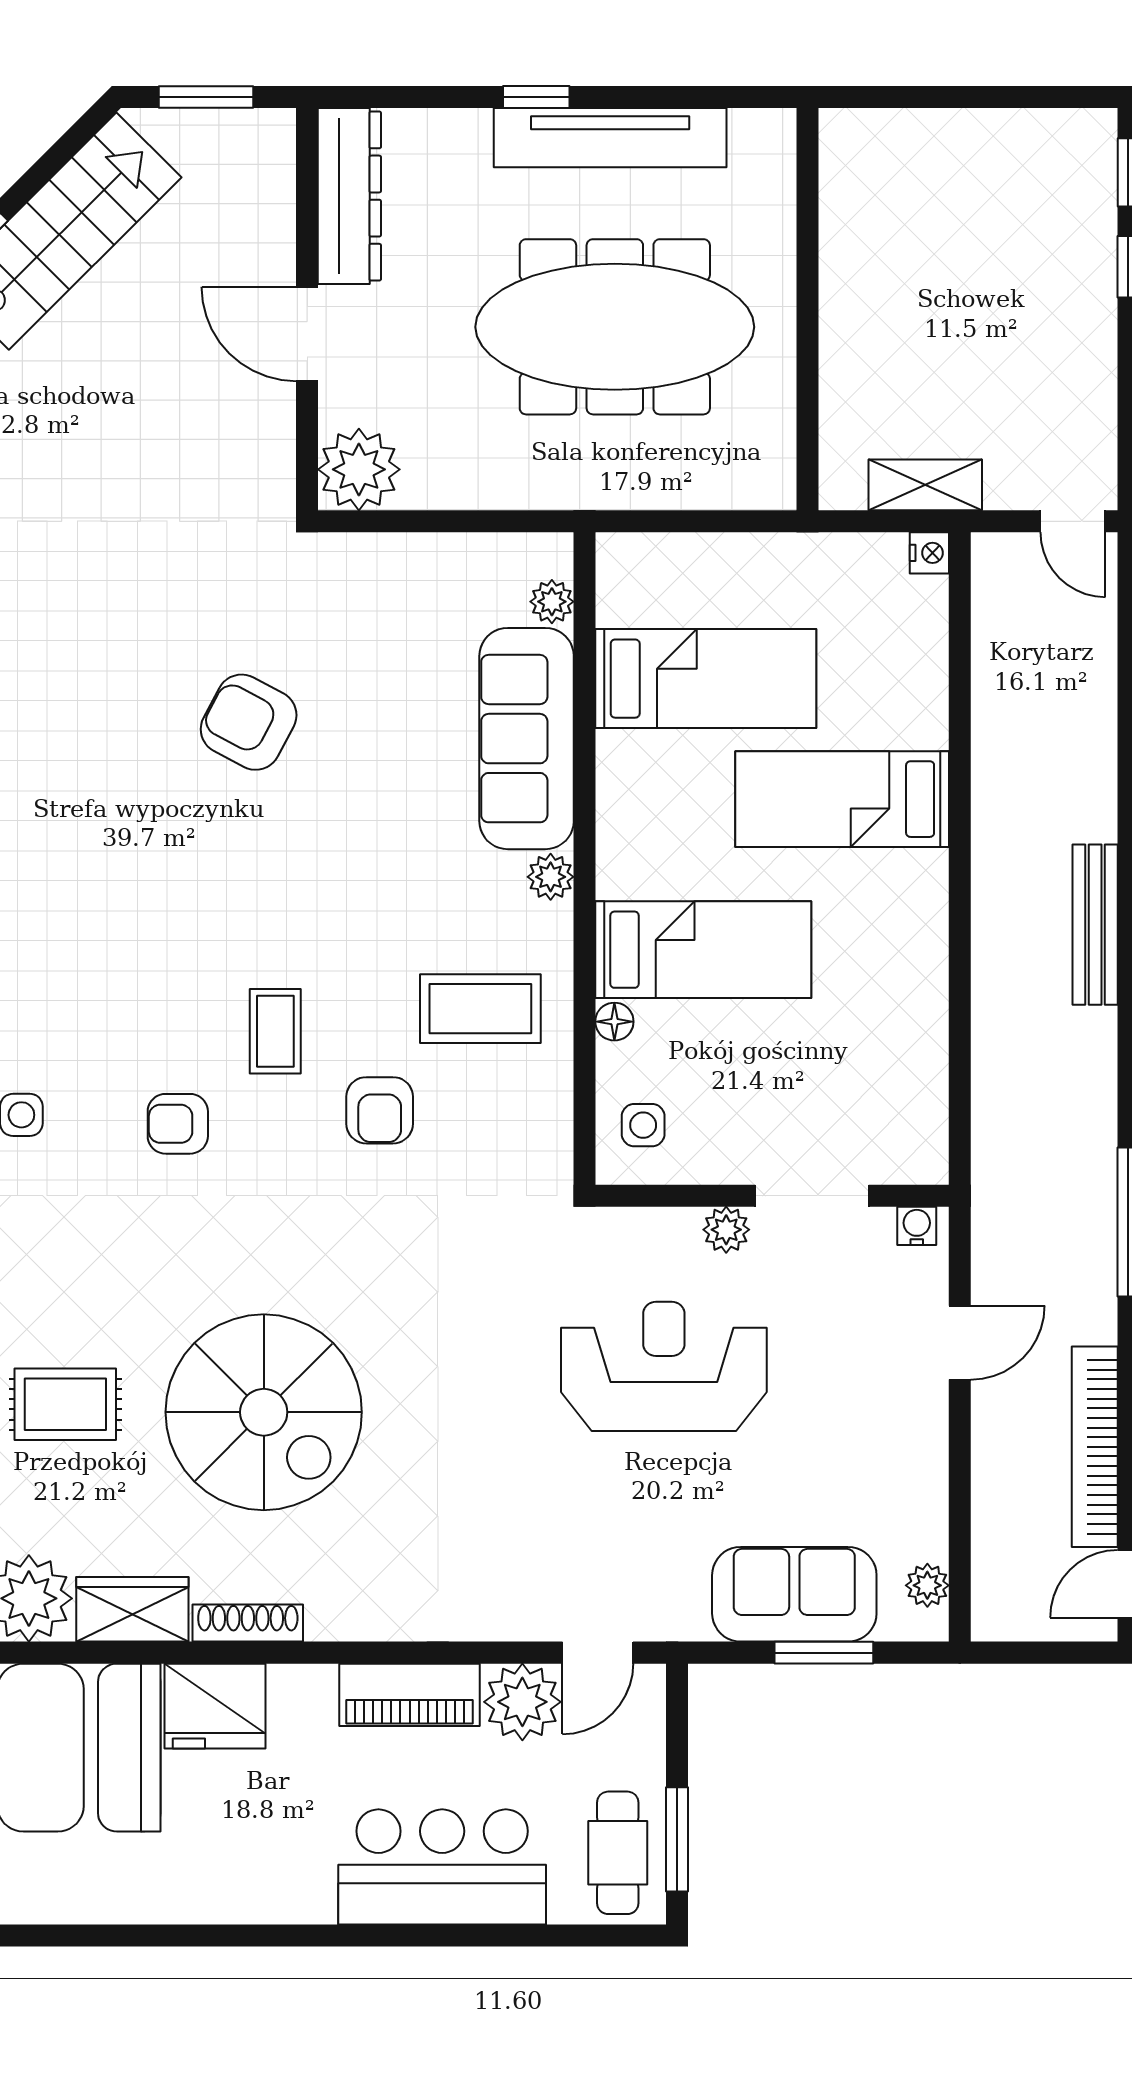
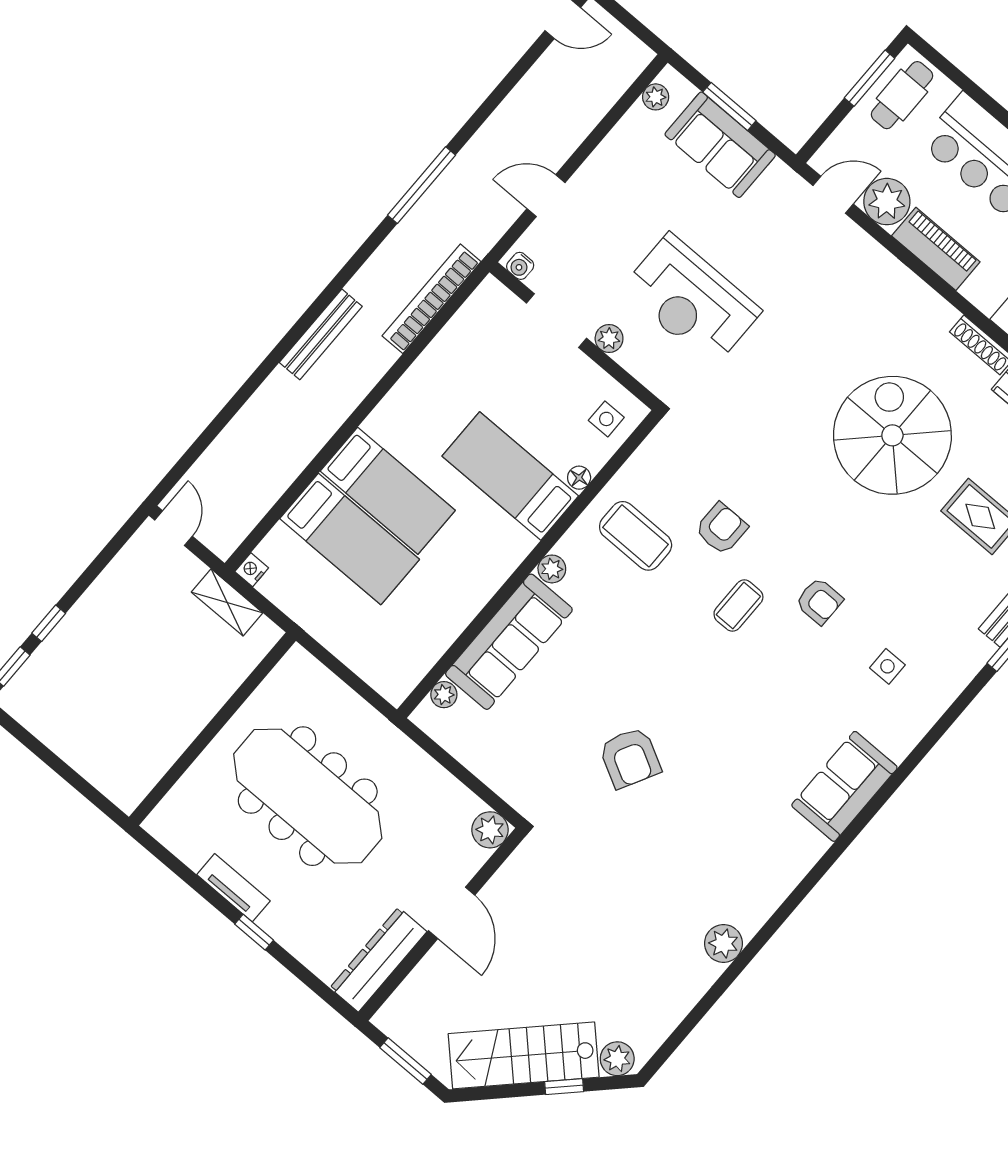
tv unit: (610, 138) -> (233, 888), width x0.52, depth x0.78
plant: (359, 469) -> (490, 830), width x0.73, depth x0.73
bed: (706, 679) -> (350, 539), moved, turned 180
bookcase: (1095, 1447) -> (432, 299), moved, turned 180

